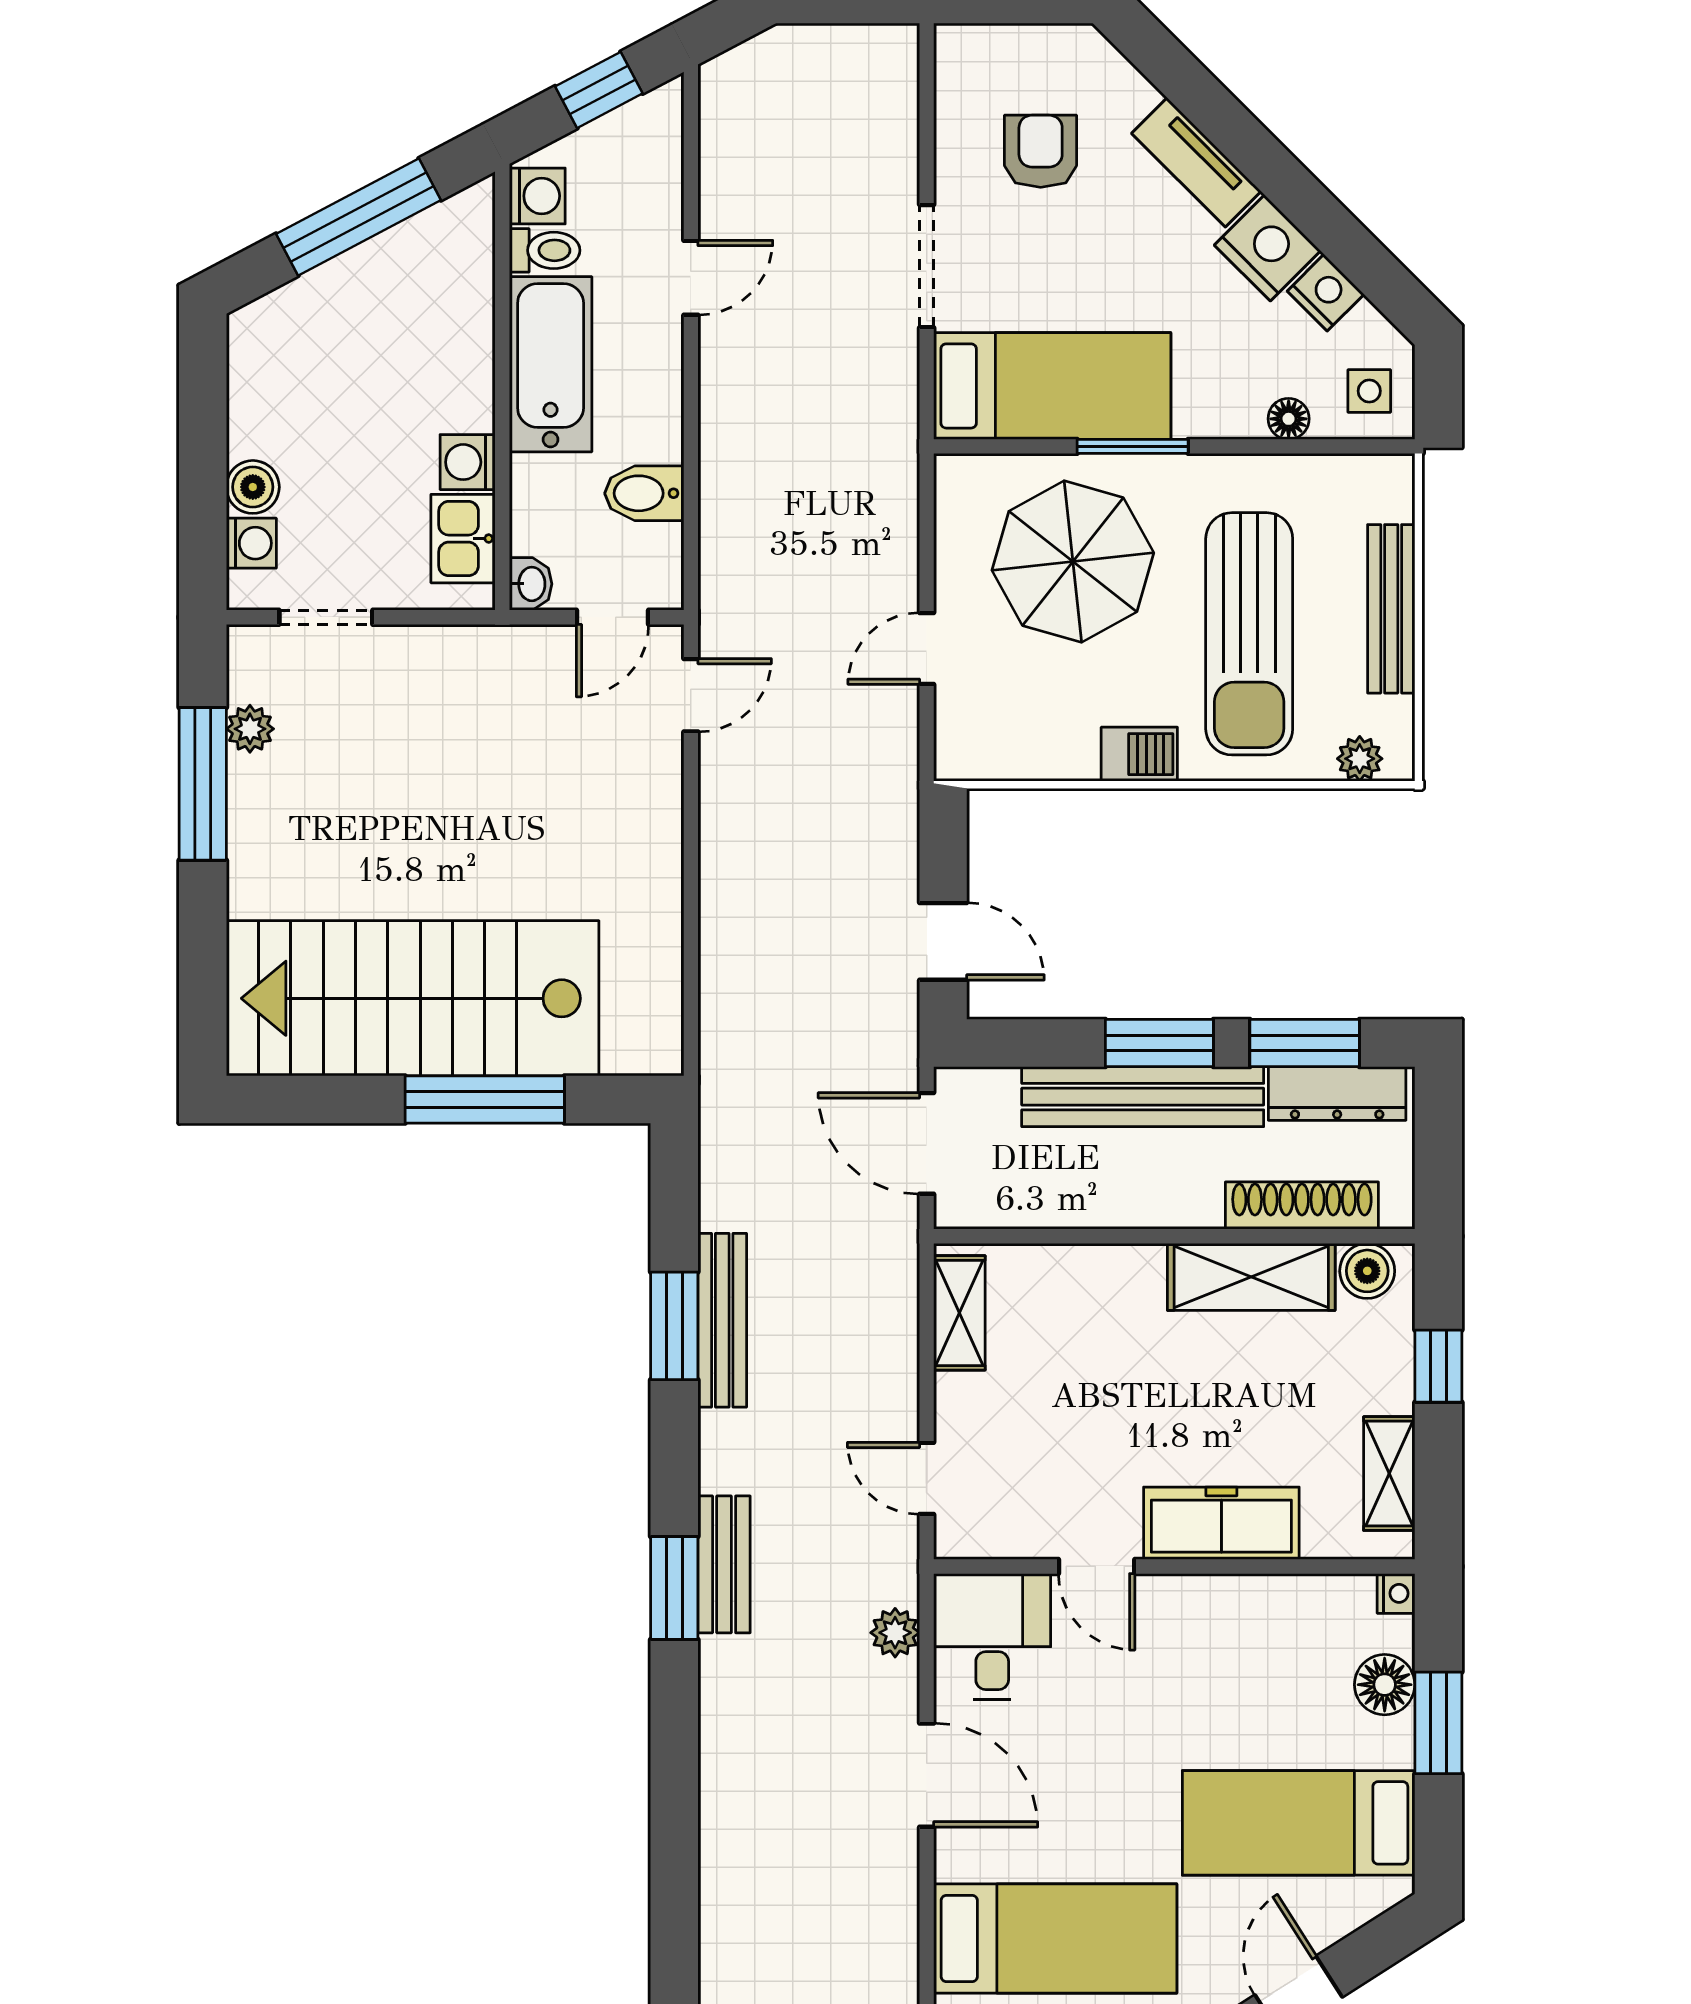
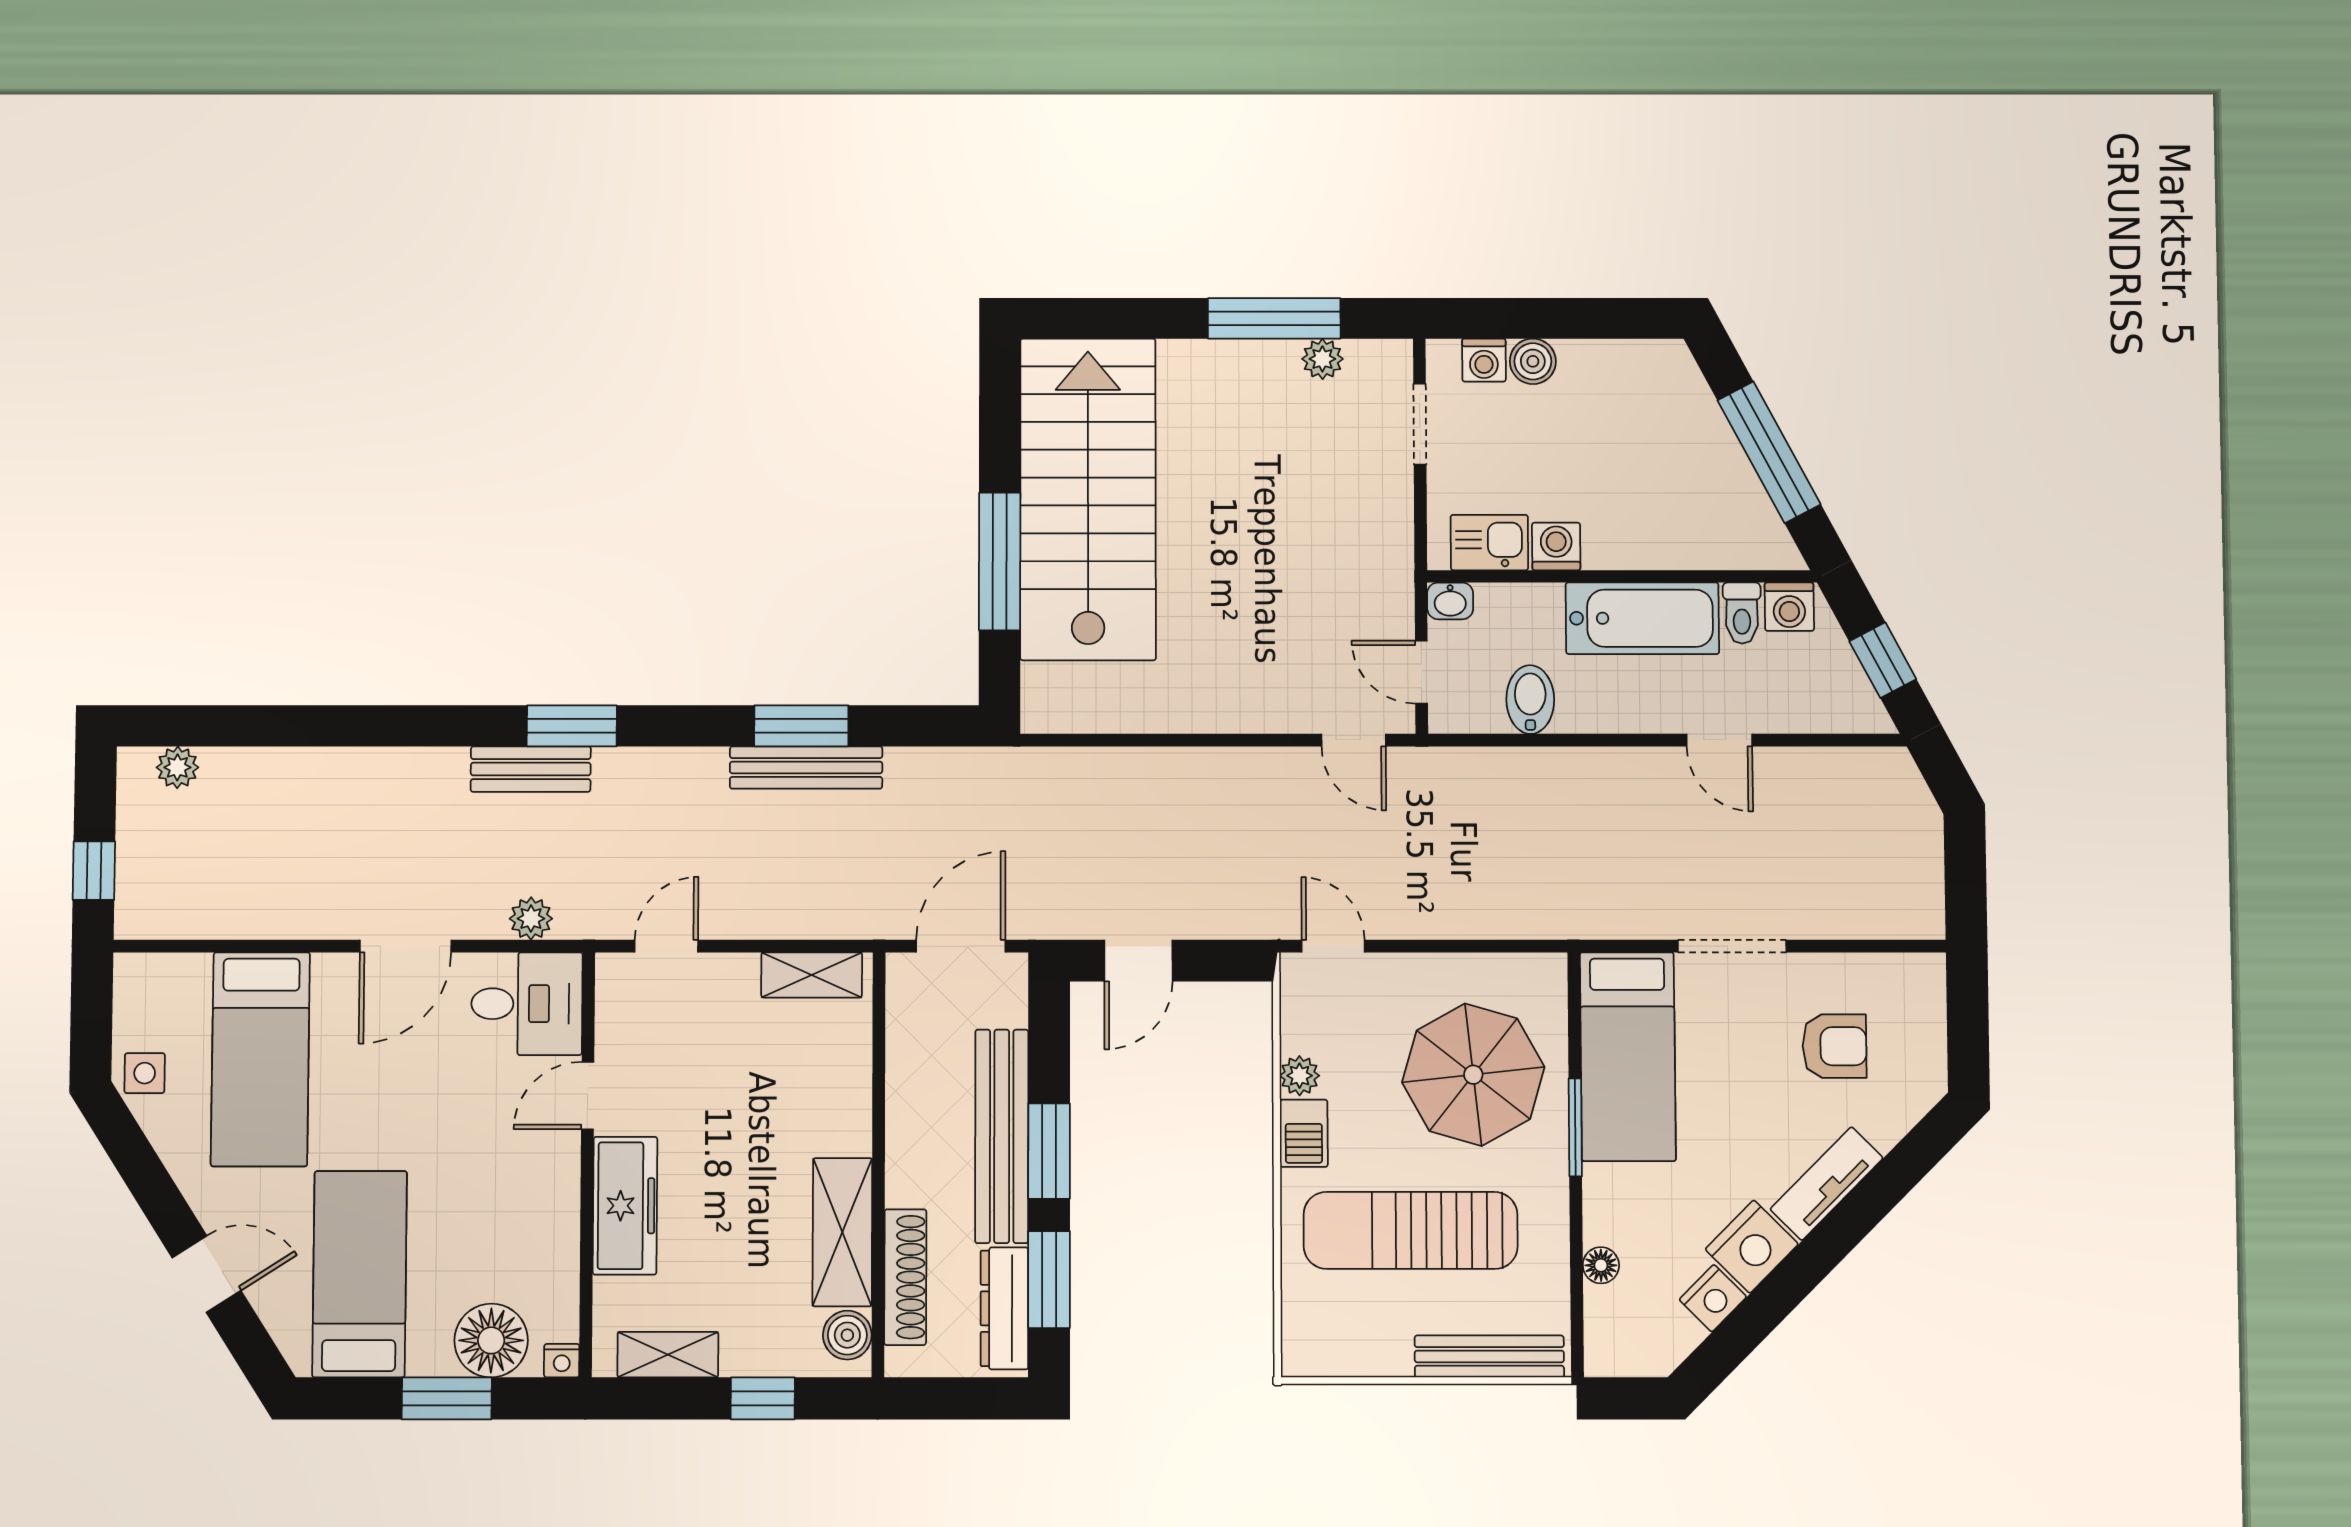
side table: (1369, 391) -> (1626, 1337), removed
bench: (1391, 609) -> (1489, 1356), moved
door: (927, 649) -> (1333, 946), moved
plant: (1360, 759) -> (1300, 1076), moved
bench: (724, 1564) -> (531, 769), moved
floor lamp: (1385, 1685) -> (491, 1340), width x1.38, depth x1.38

